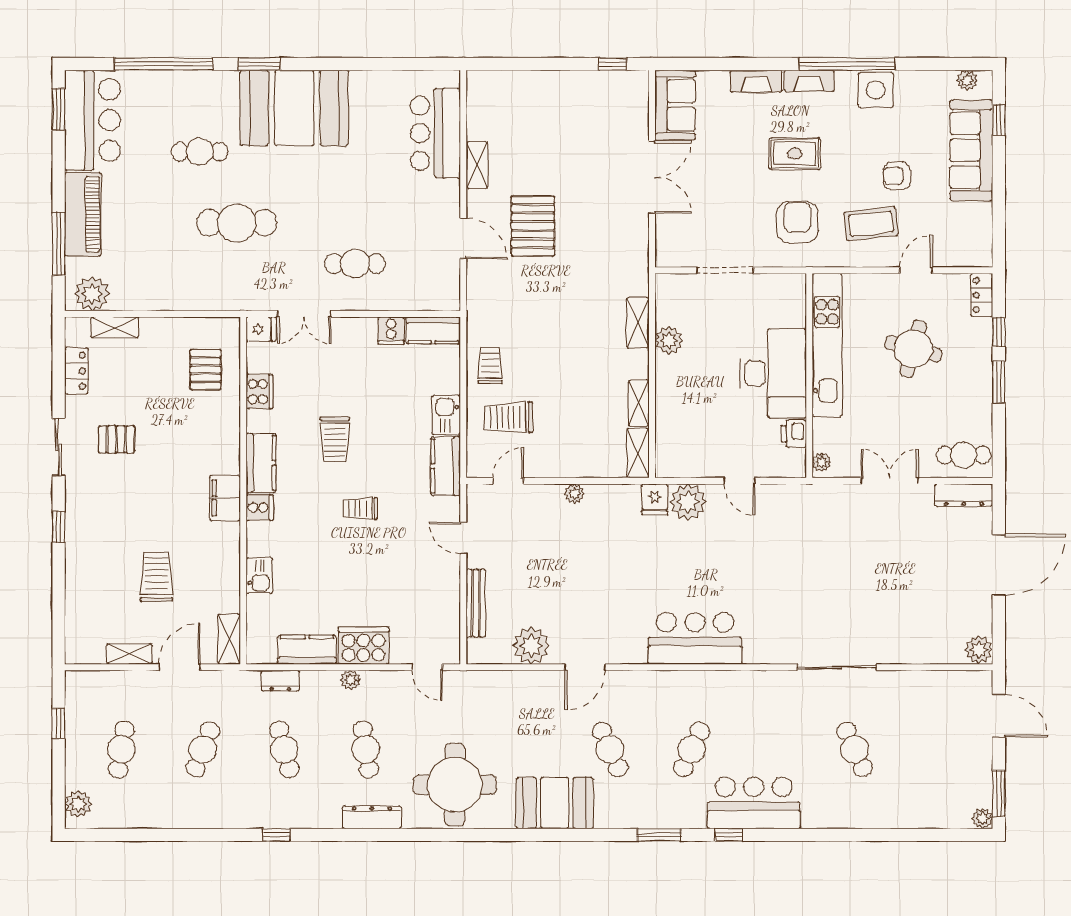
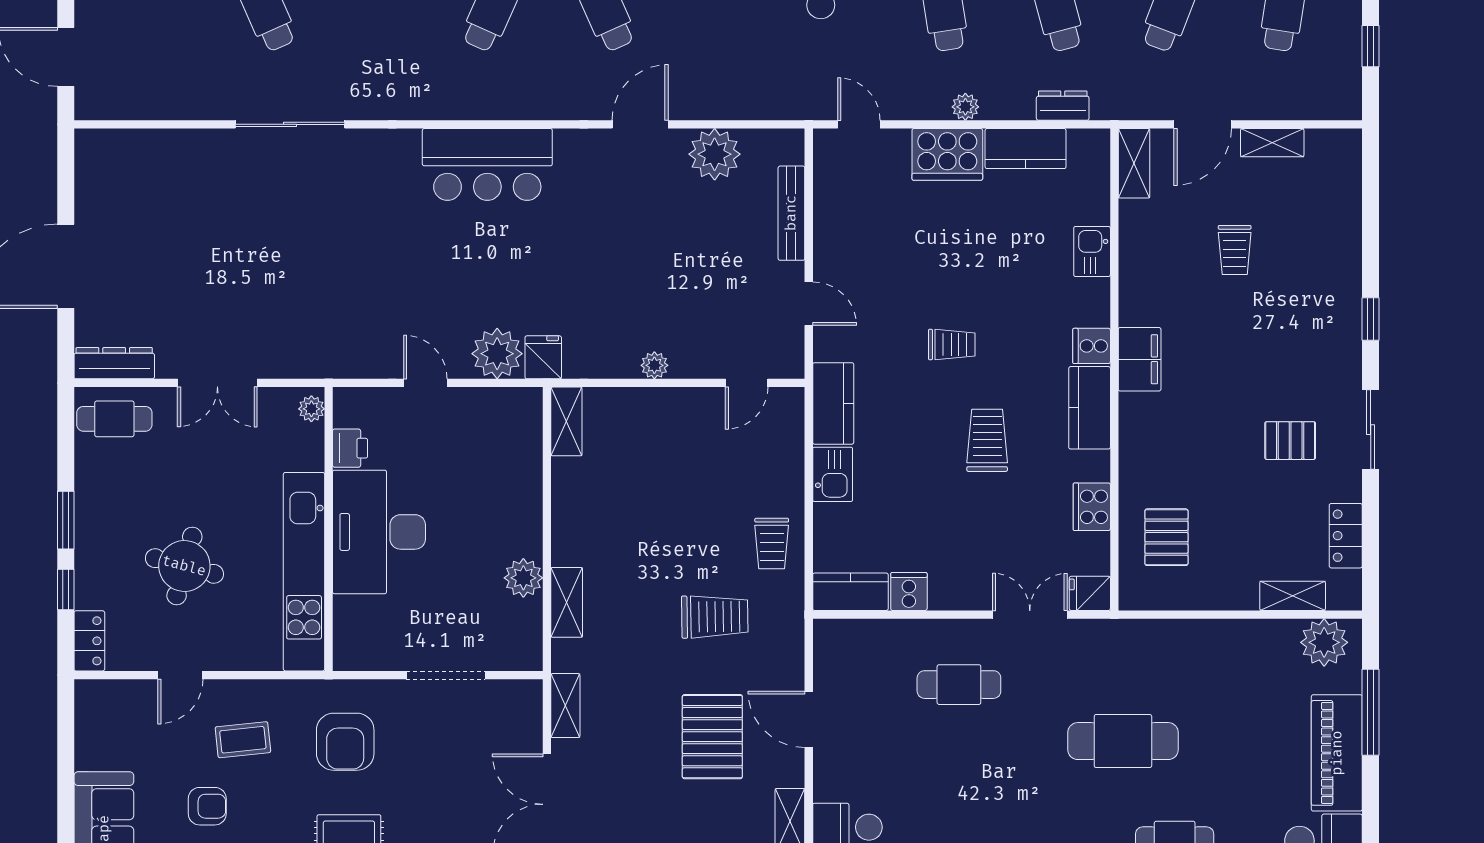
coffee table: (871, 224) -> (243, 740), width x0.73, depth x0.77
shelving: (639, 403) -> (565, 706), moved
trolley: (509, 417) -> (715, 617), moved
trolley: (156, 577) -> (1235, 250), width x0.73, depth x0.72
plant: (979, 650) -> (93, 149), removed

